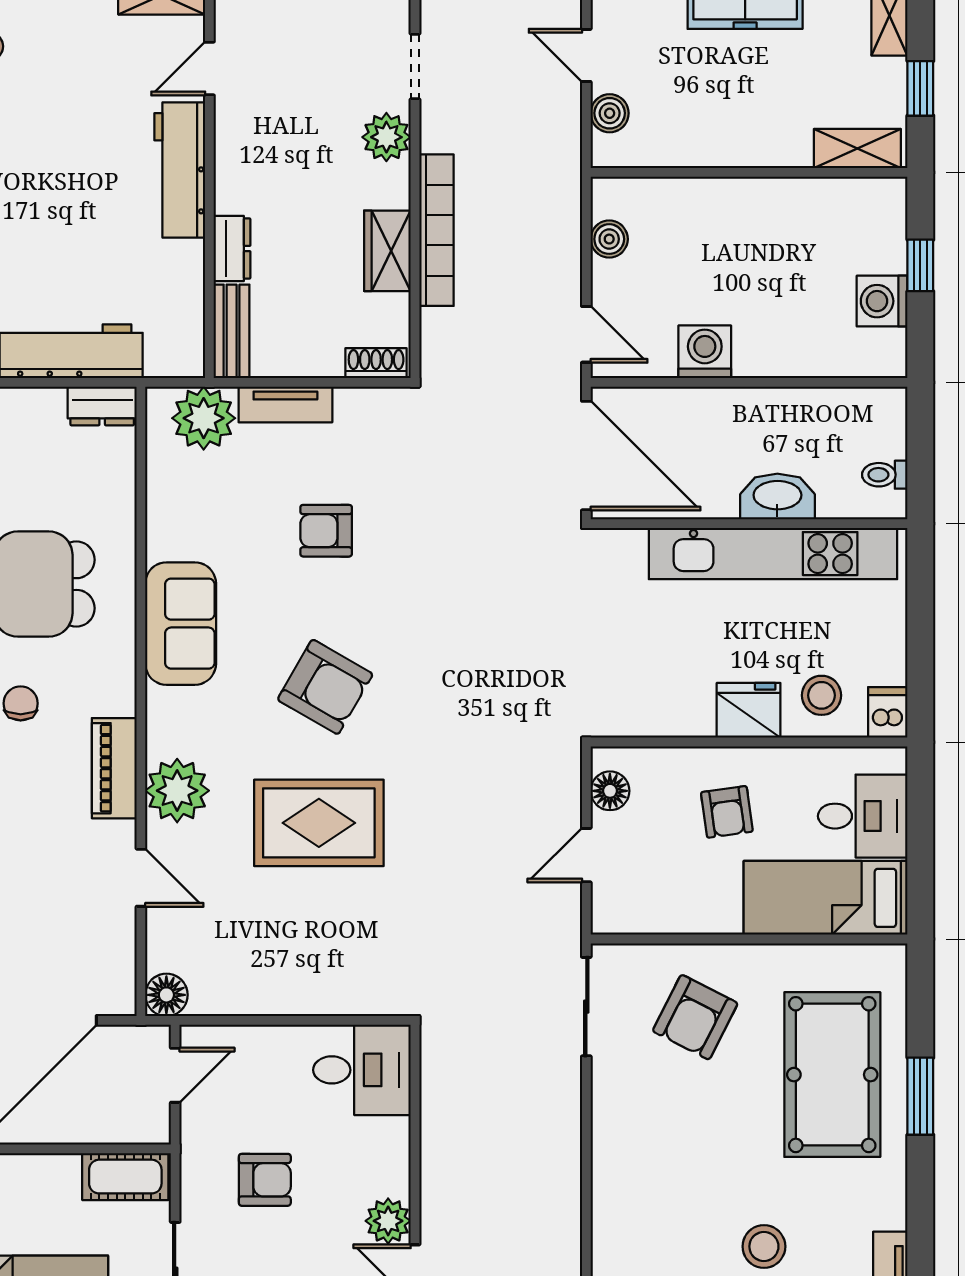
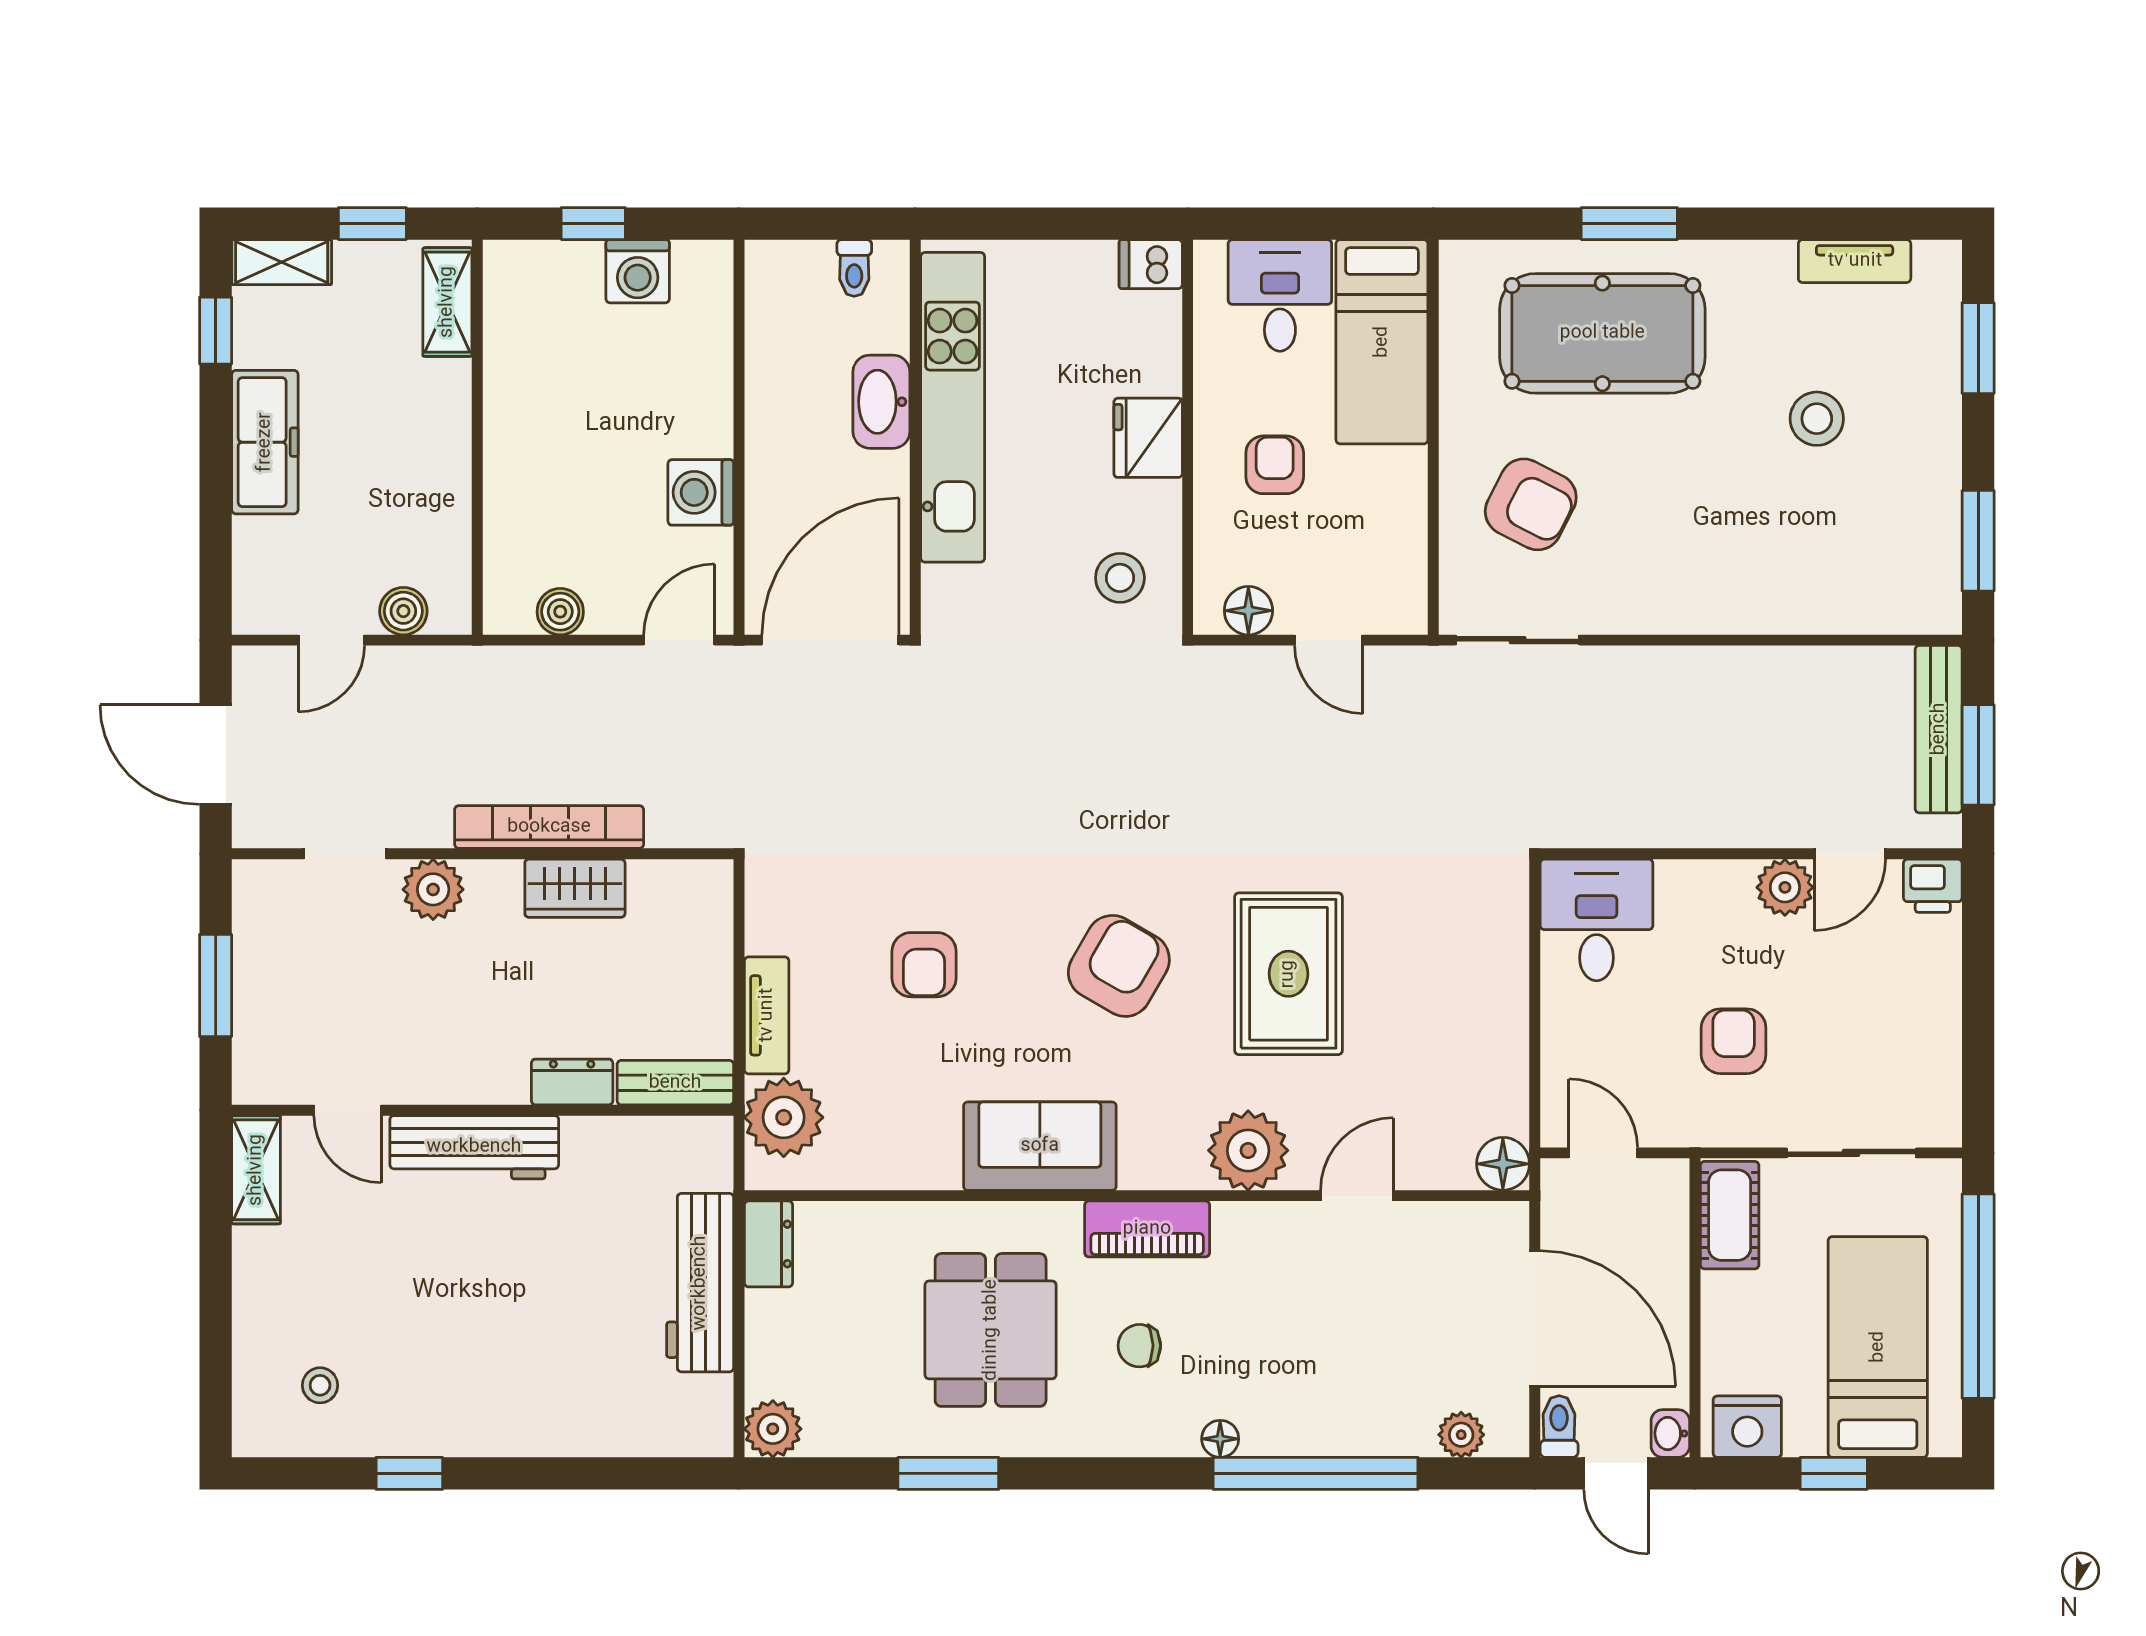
shoe rack: (376, 363) -> (715, 902), removed
stool: (821, 695) -> (1120, 578), moved
piano: (114, 768) -> (1147, 1229), moved
armchair: (727, 812) -> (1275, 465), turned -82

